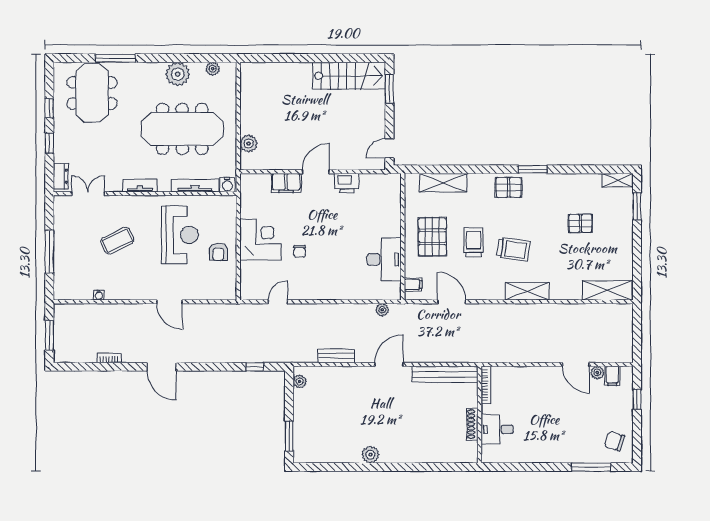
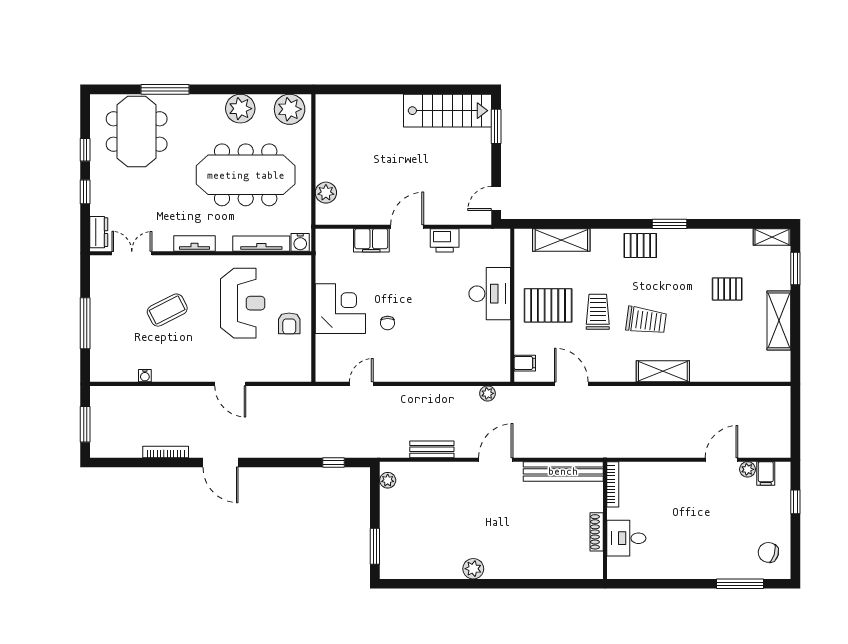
plant: (213, 69) -> (290, 109), width x1.88, depth x1.88
pallet: (432, 237) -> (548, 305), turned 90
desk: (384, 259) -> (490, 294), moved
shelving: (607, 290) -> (779, 320), moved, turned 90
bookcase: (109, 358) -> (166, 452), width x1.56
door: (576, 364) -> (721, 460), swing flipped

